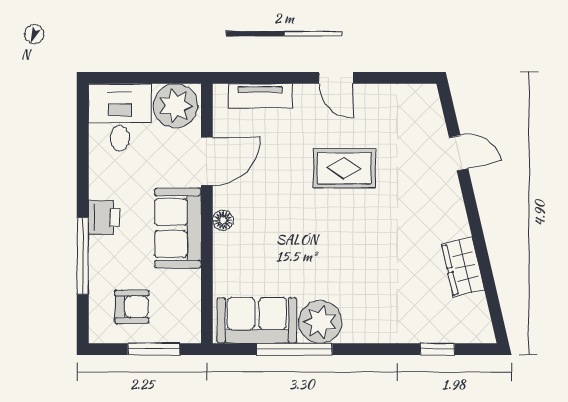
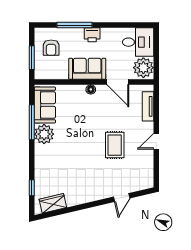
wardrobe: (463, 267) -> (53, 203), moved

